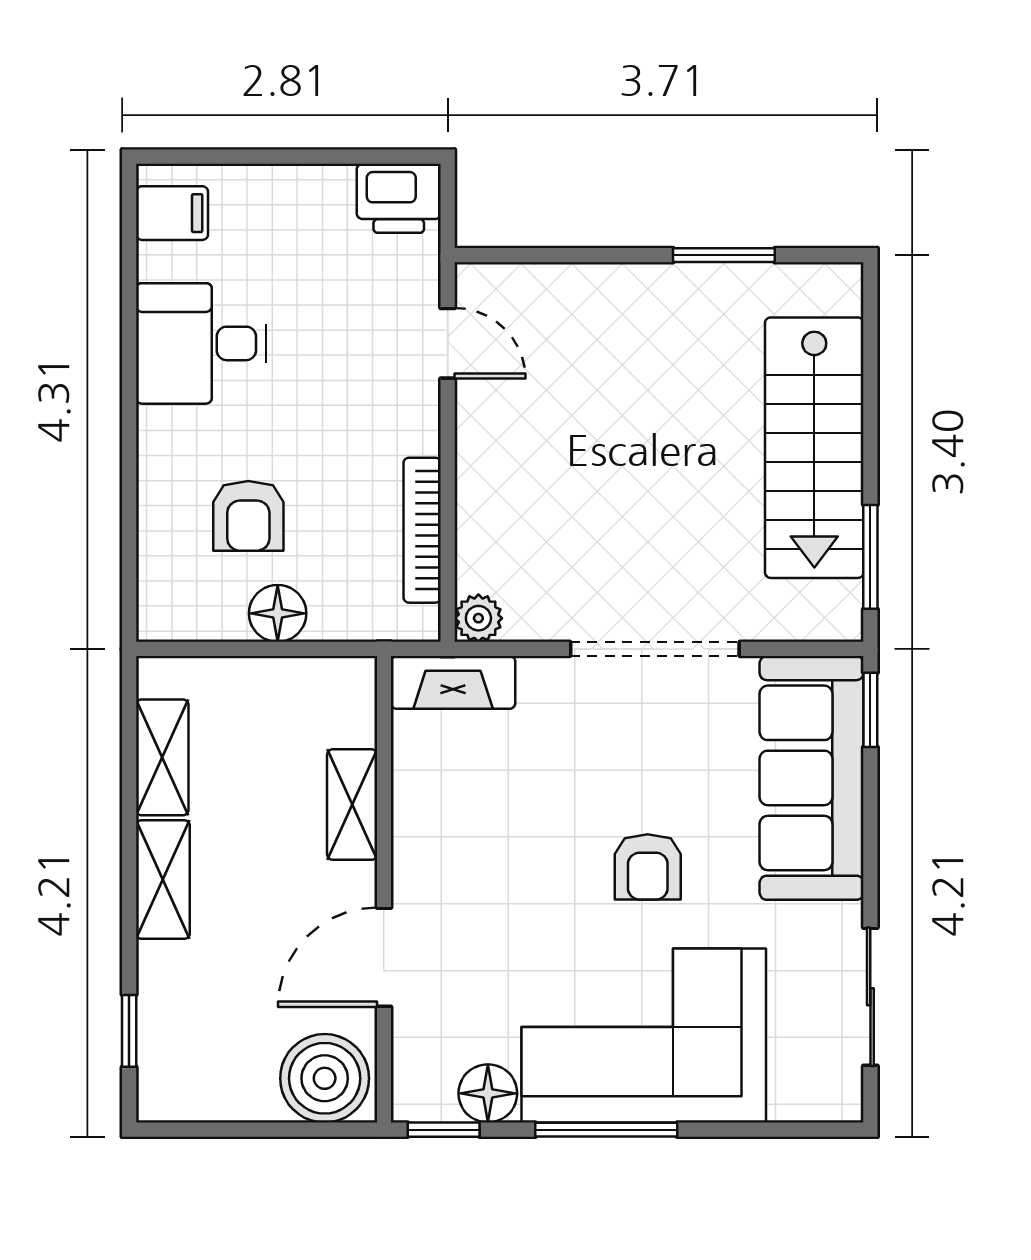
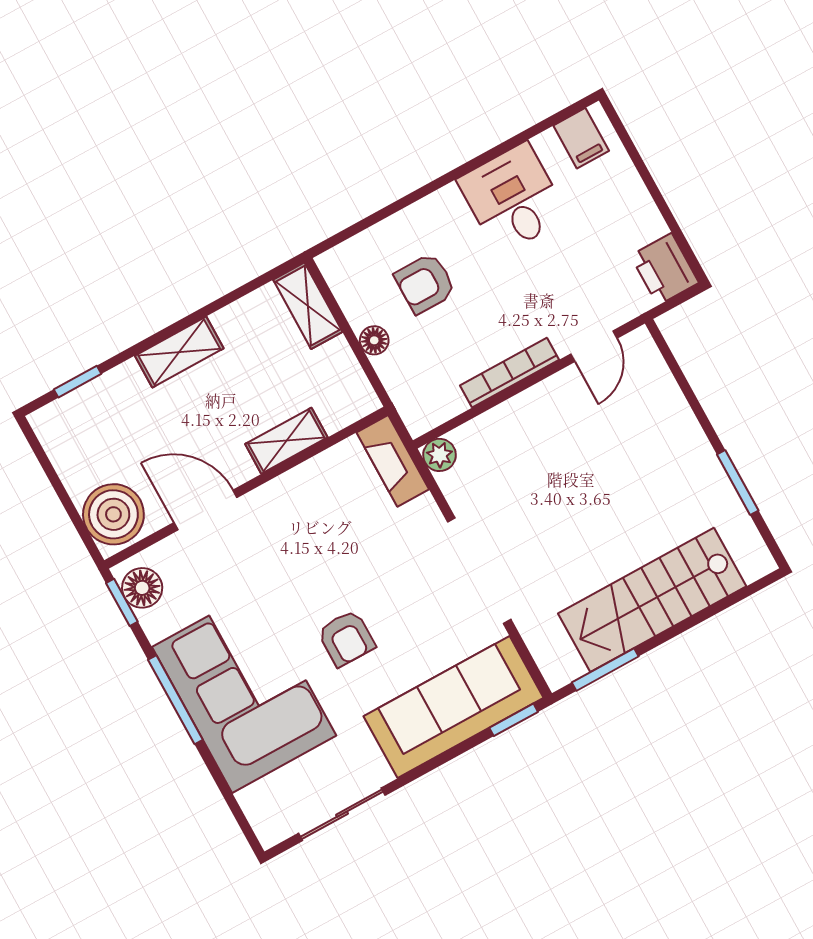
bookcase: (422, 530) -> (510, 373), moved
floor lamp: (278, 613) -> (374, 340), width x0.73, depth x0.73
shelving: (162, 757) -> (308, 306), moved, turned 90
armchair: (648, 867) -> (346, 638), turned -90
floor lamp: (488, 1093) -> (142, 588), moved

